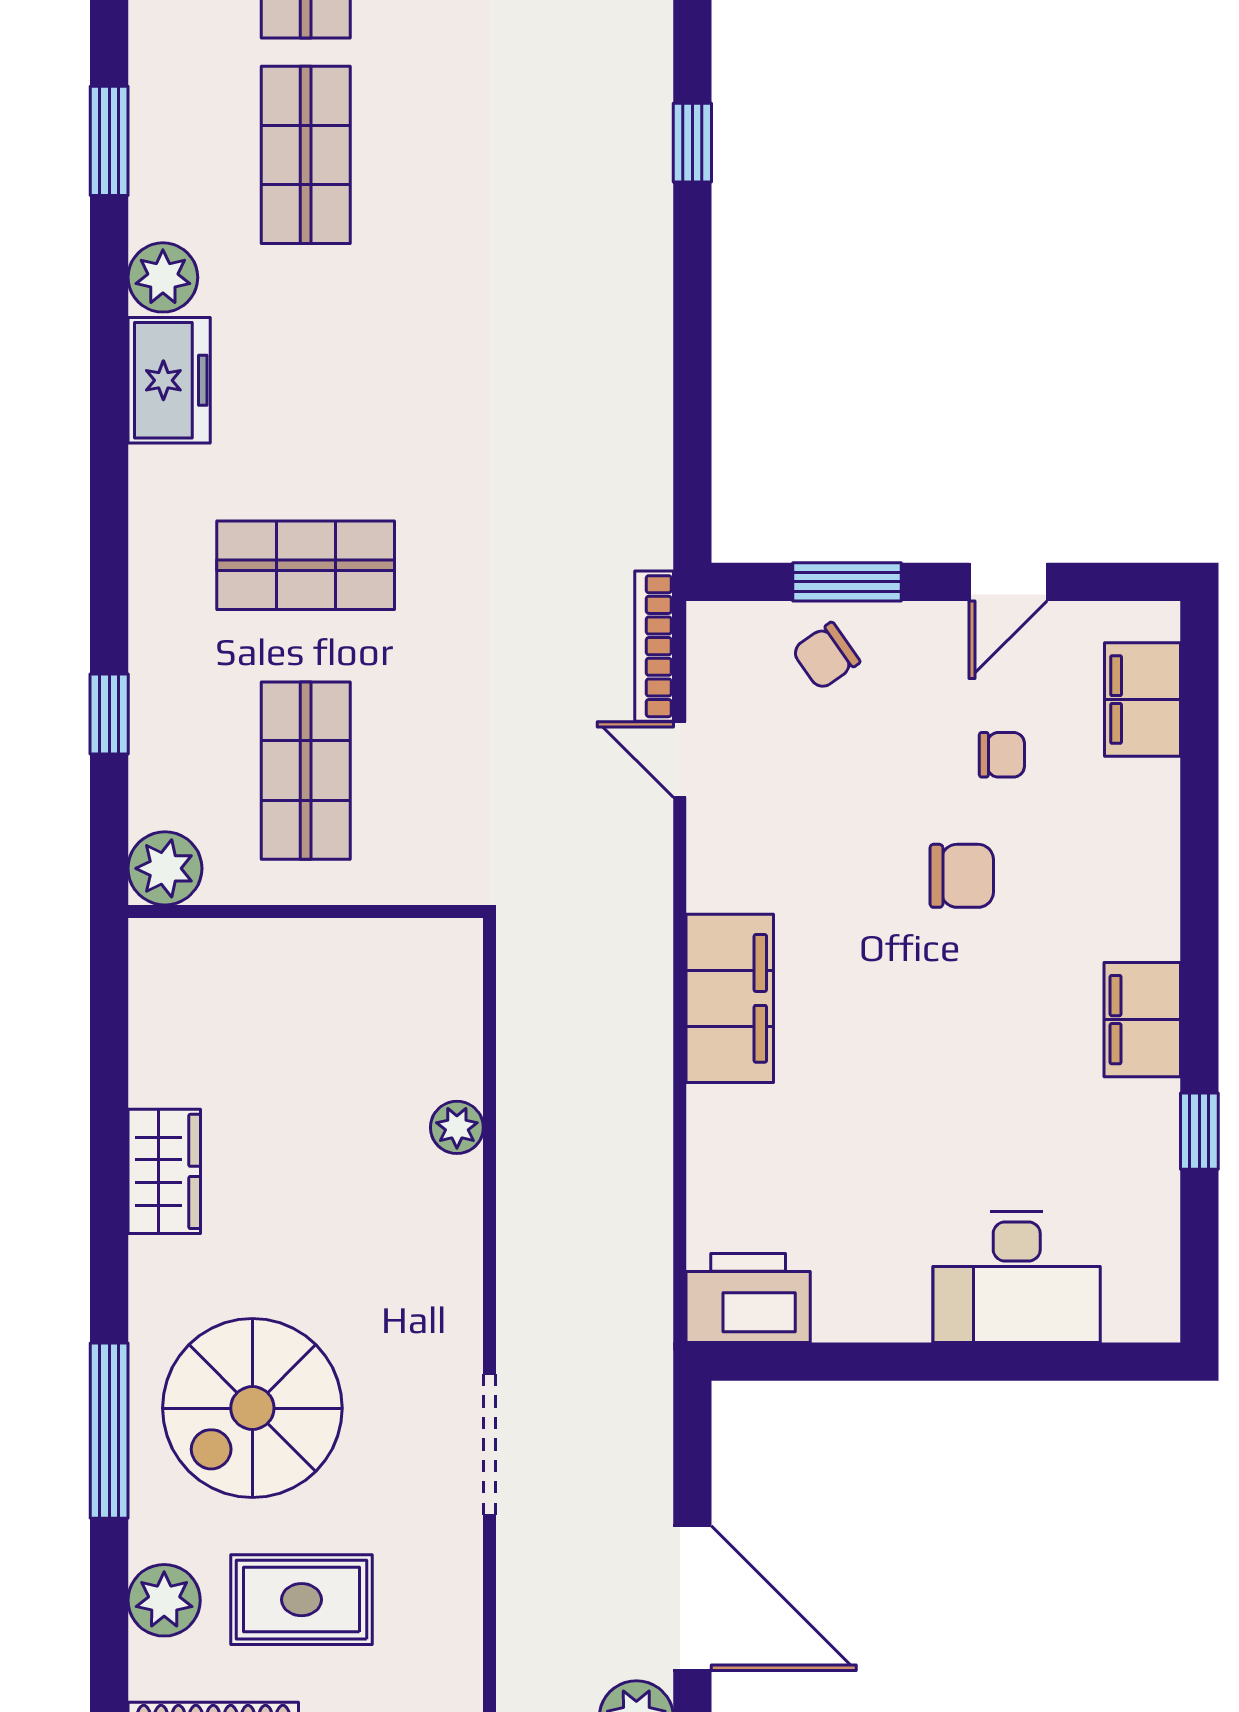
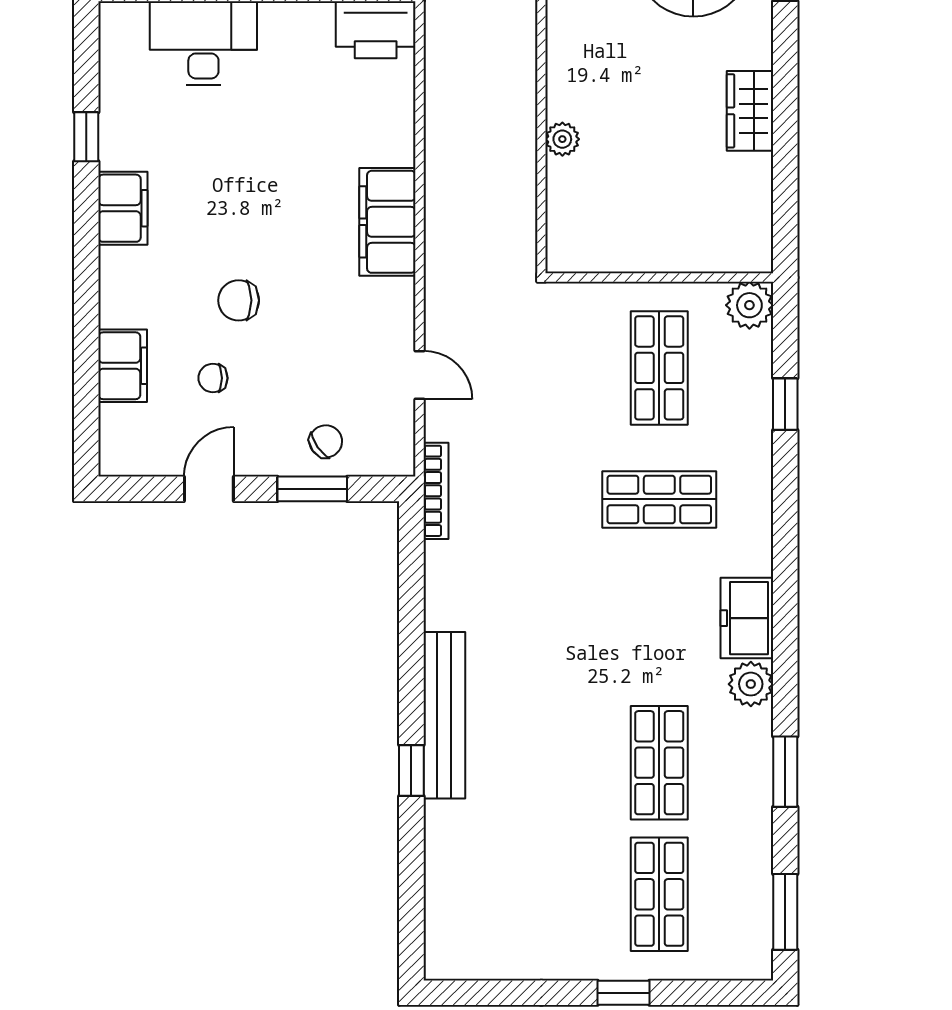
bench: (641, 229) -> (444, 715), added
bookcase: (654, 646) -> (436, 491), moved
filing cabinet: (1143, 700) -> (123, 366), moved

